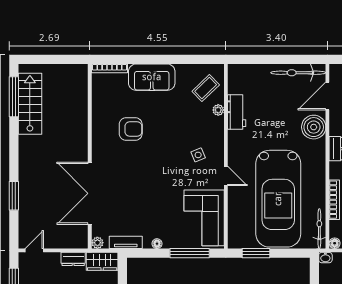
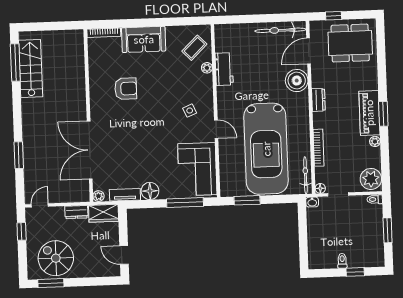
floor lamp: (157, 244) -> (150, 191), width x1.89, depth x1.89

